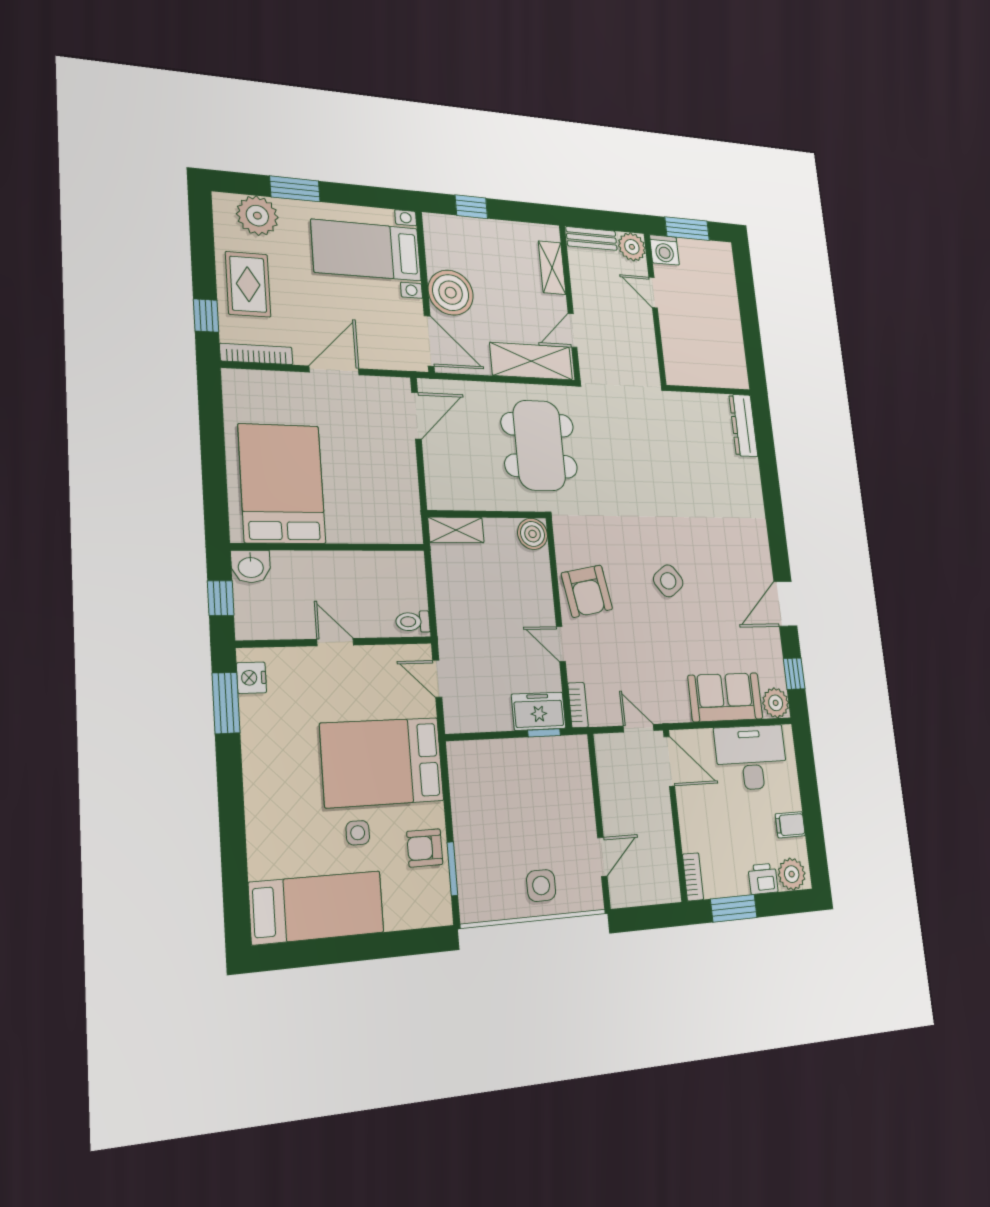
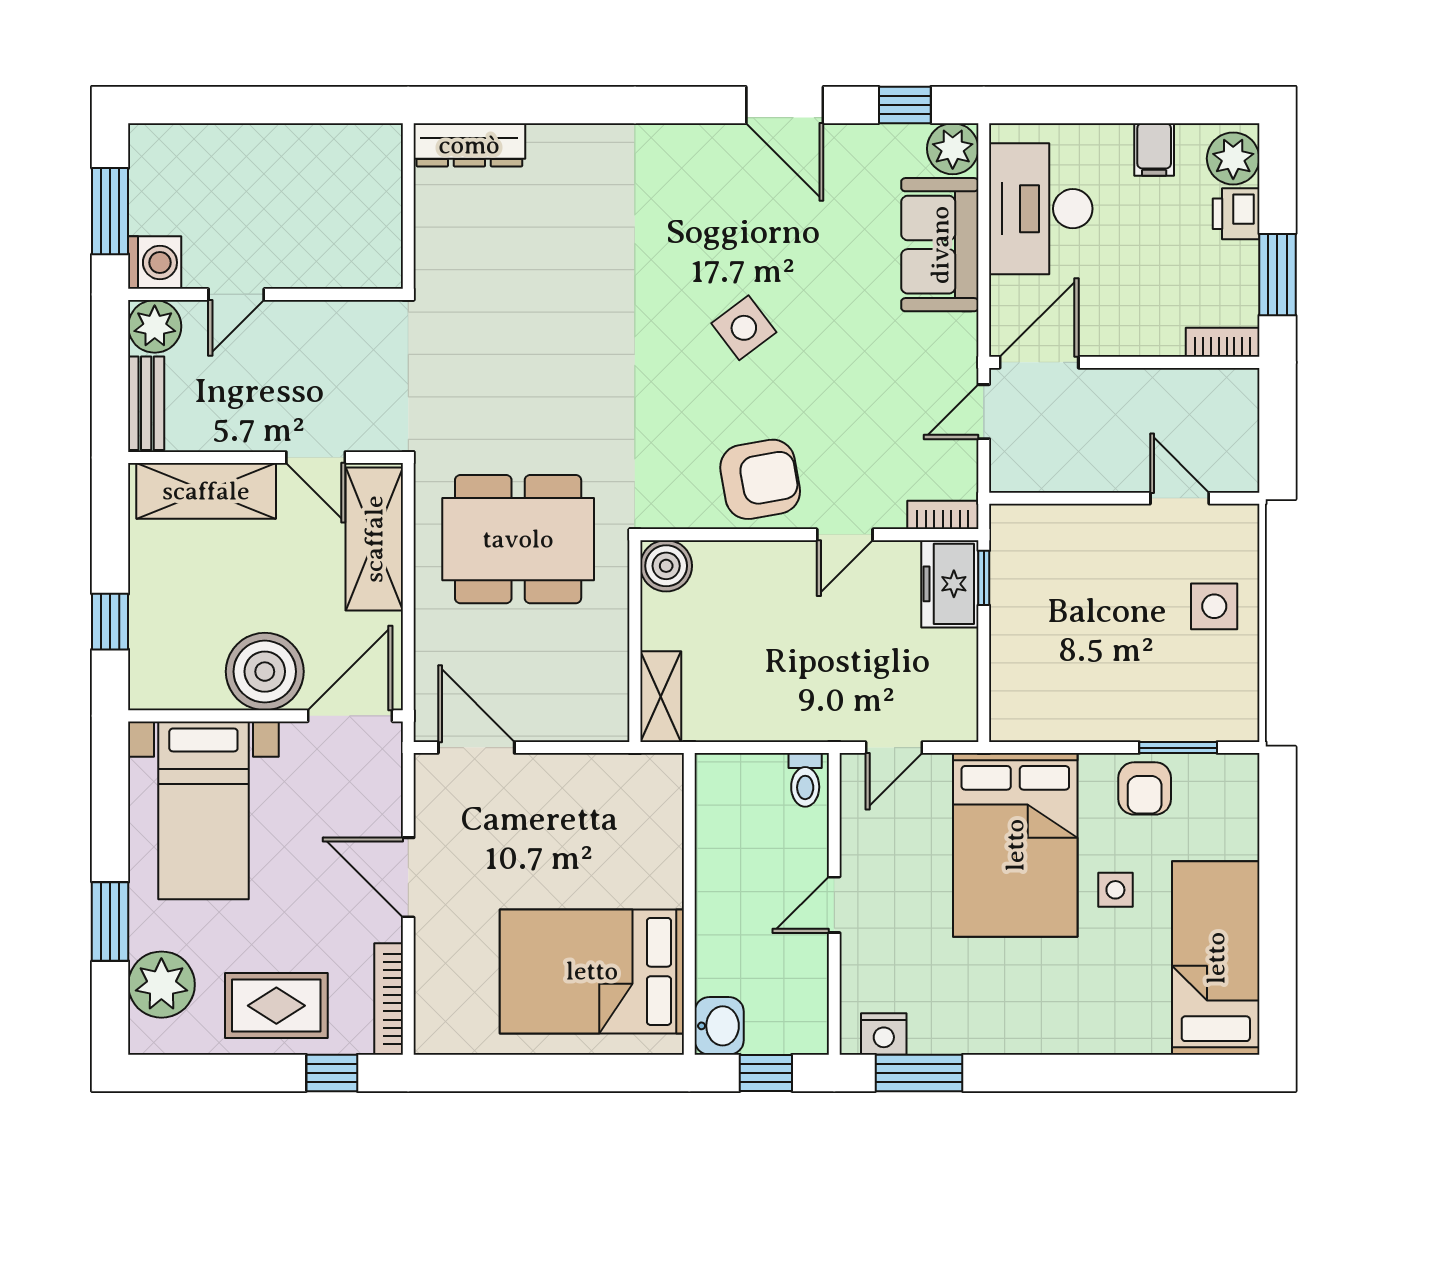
shelving: (552, 268) -> (206, 491), width x1.50, depth x1.33

